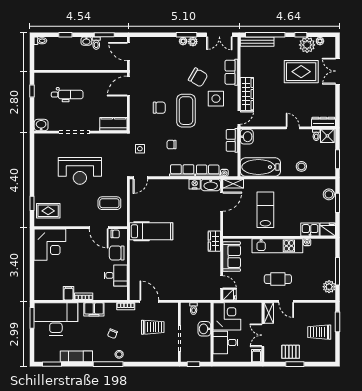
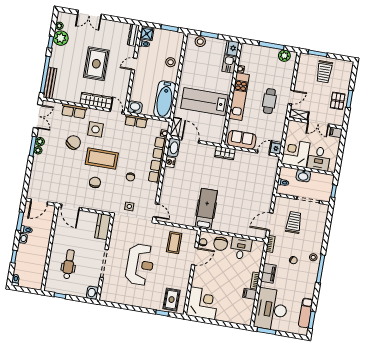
rug: (301, 72) -> (96, 64), moved
lab bench: (265, 210) -> (204, 102), width x1.36, depth x1.39
exam couch: (76, 356) -> (306, 313), moved

